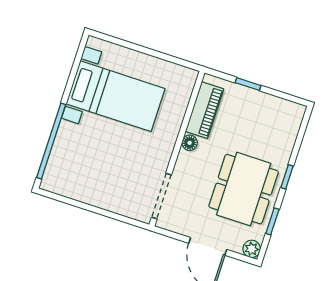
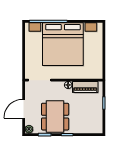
bed with nightstands: (116, 96) -> (63, 44), width x1.85
dining table: (244, 189) -> (55, 117), turned 90

